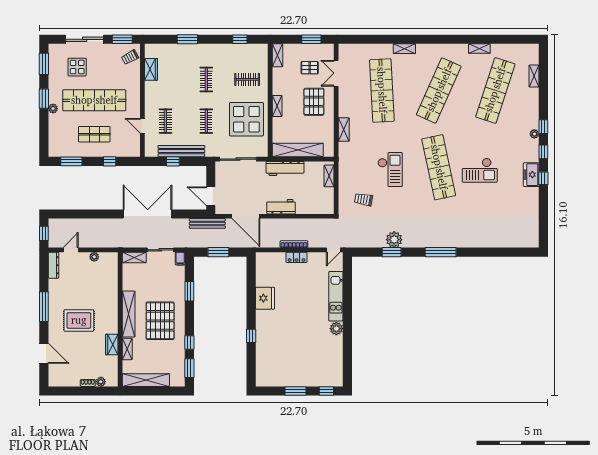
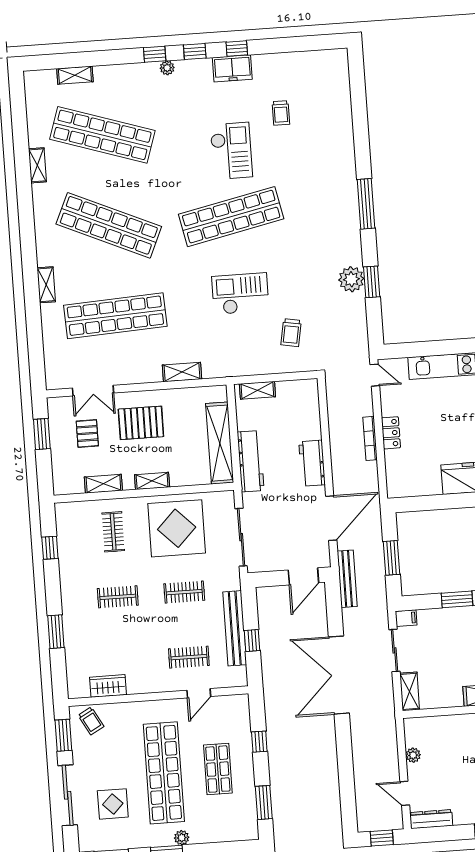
shelving: (278, 55) -> (103, 484), moved
trolley: (501, 203) -> (281, 113), added

